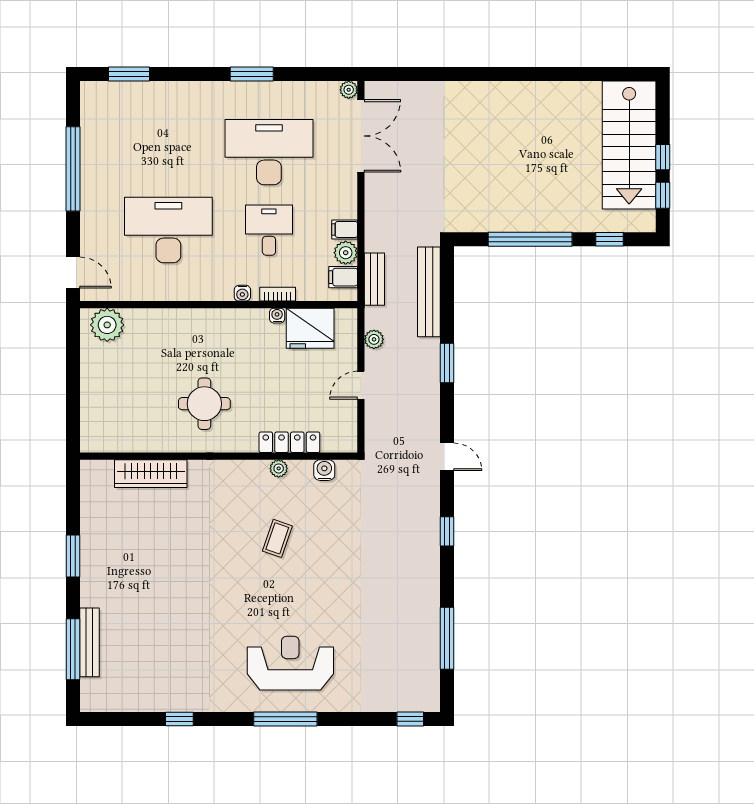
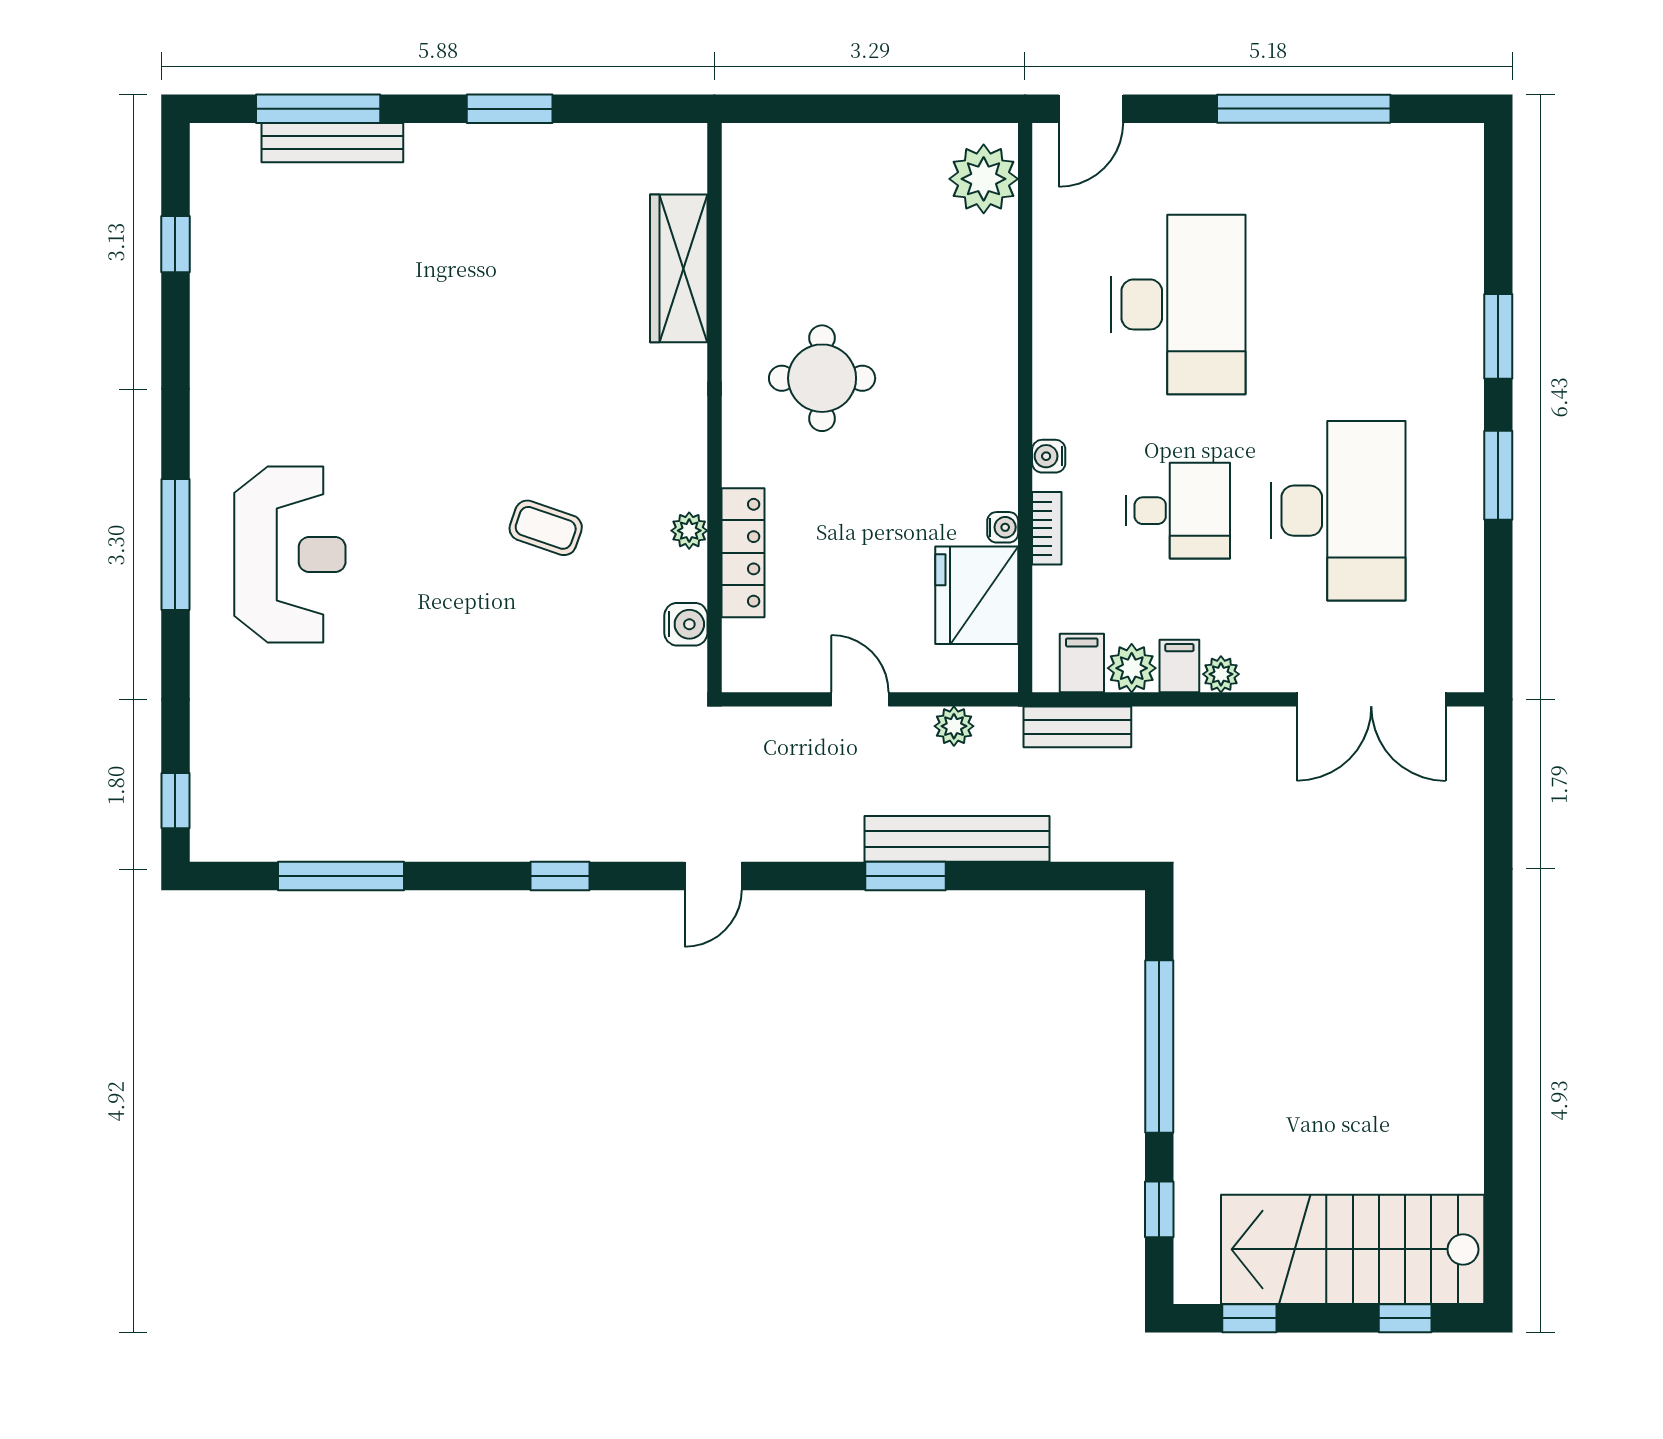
window: (129, 74) -> (1498, 336), moved
plant: (349, 90) -> (1221, 674), moved
window: (663, 157) -> (1405, 1318), moved
bench: (429, 292) -> (957, 839), moved
window: (179, 719) -> (175, 244), moved

